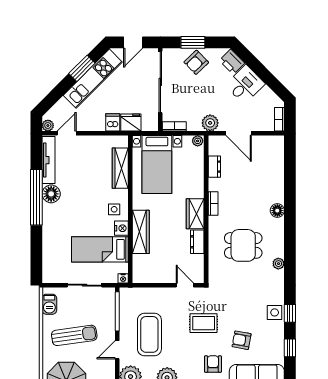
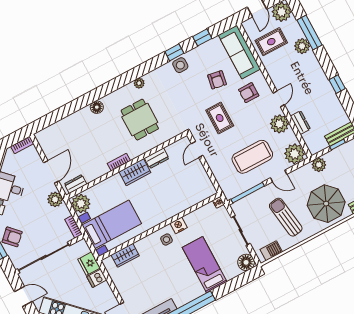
plant: (198, 141) -> (81, 203), width x1.88, depth x1.88
dresser: (214, 167) -> (76, 184), moved
wardrobe: (120, 168) -> (125, 255), width x0.67
floor lamp: (51, 194) -> (246, 262), moved
wardrobe: (141, 232) -> (173, 208), removed
bed: (100, 249) -> (205, 265), moved, turned 180

